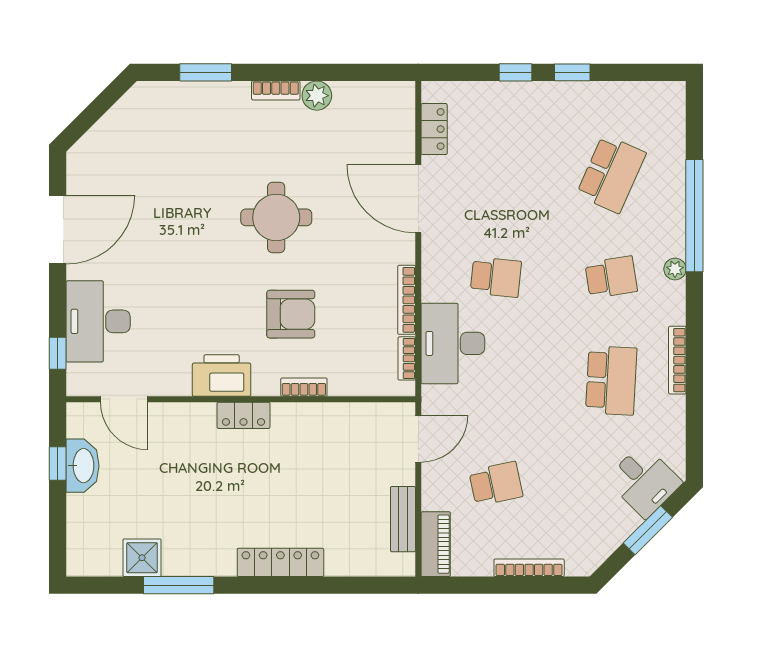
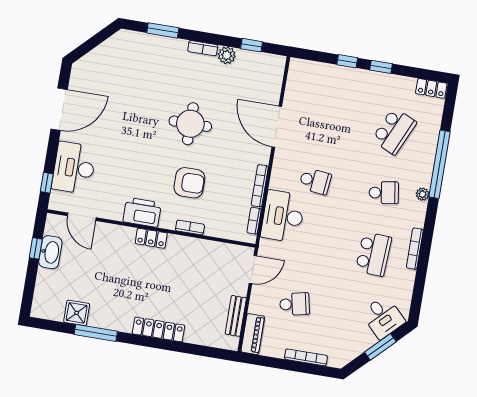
window: (355, 72) -> (252, 45), added
locker: (434, 129) -> (431, 88), moved, turned 90

